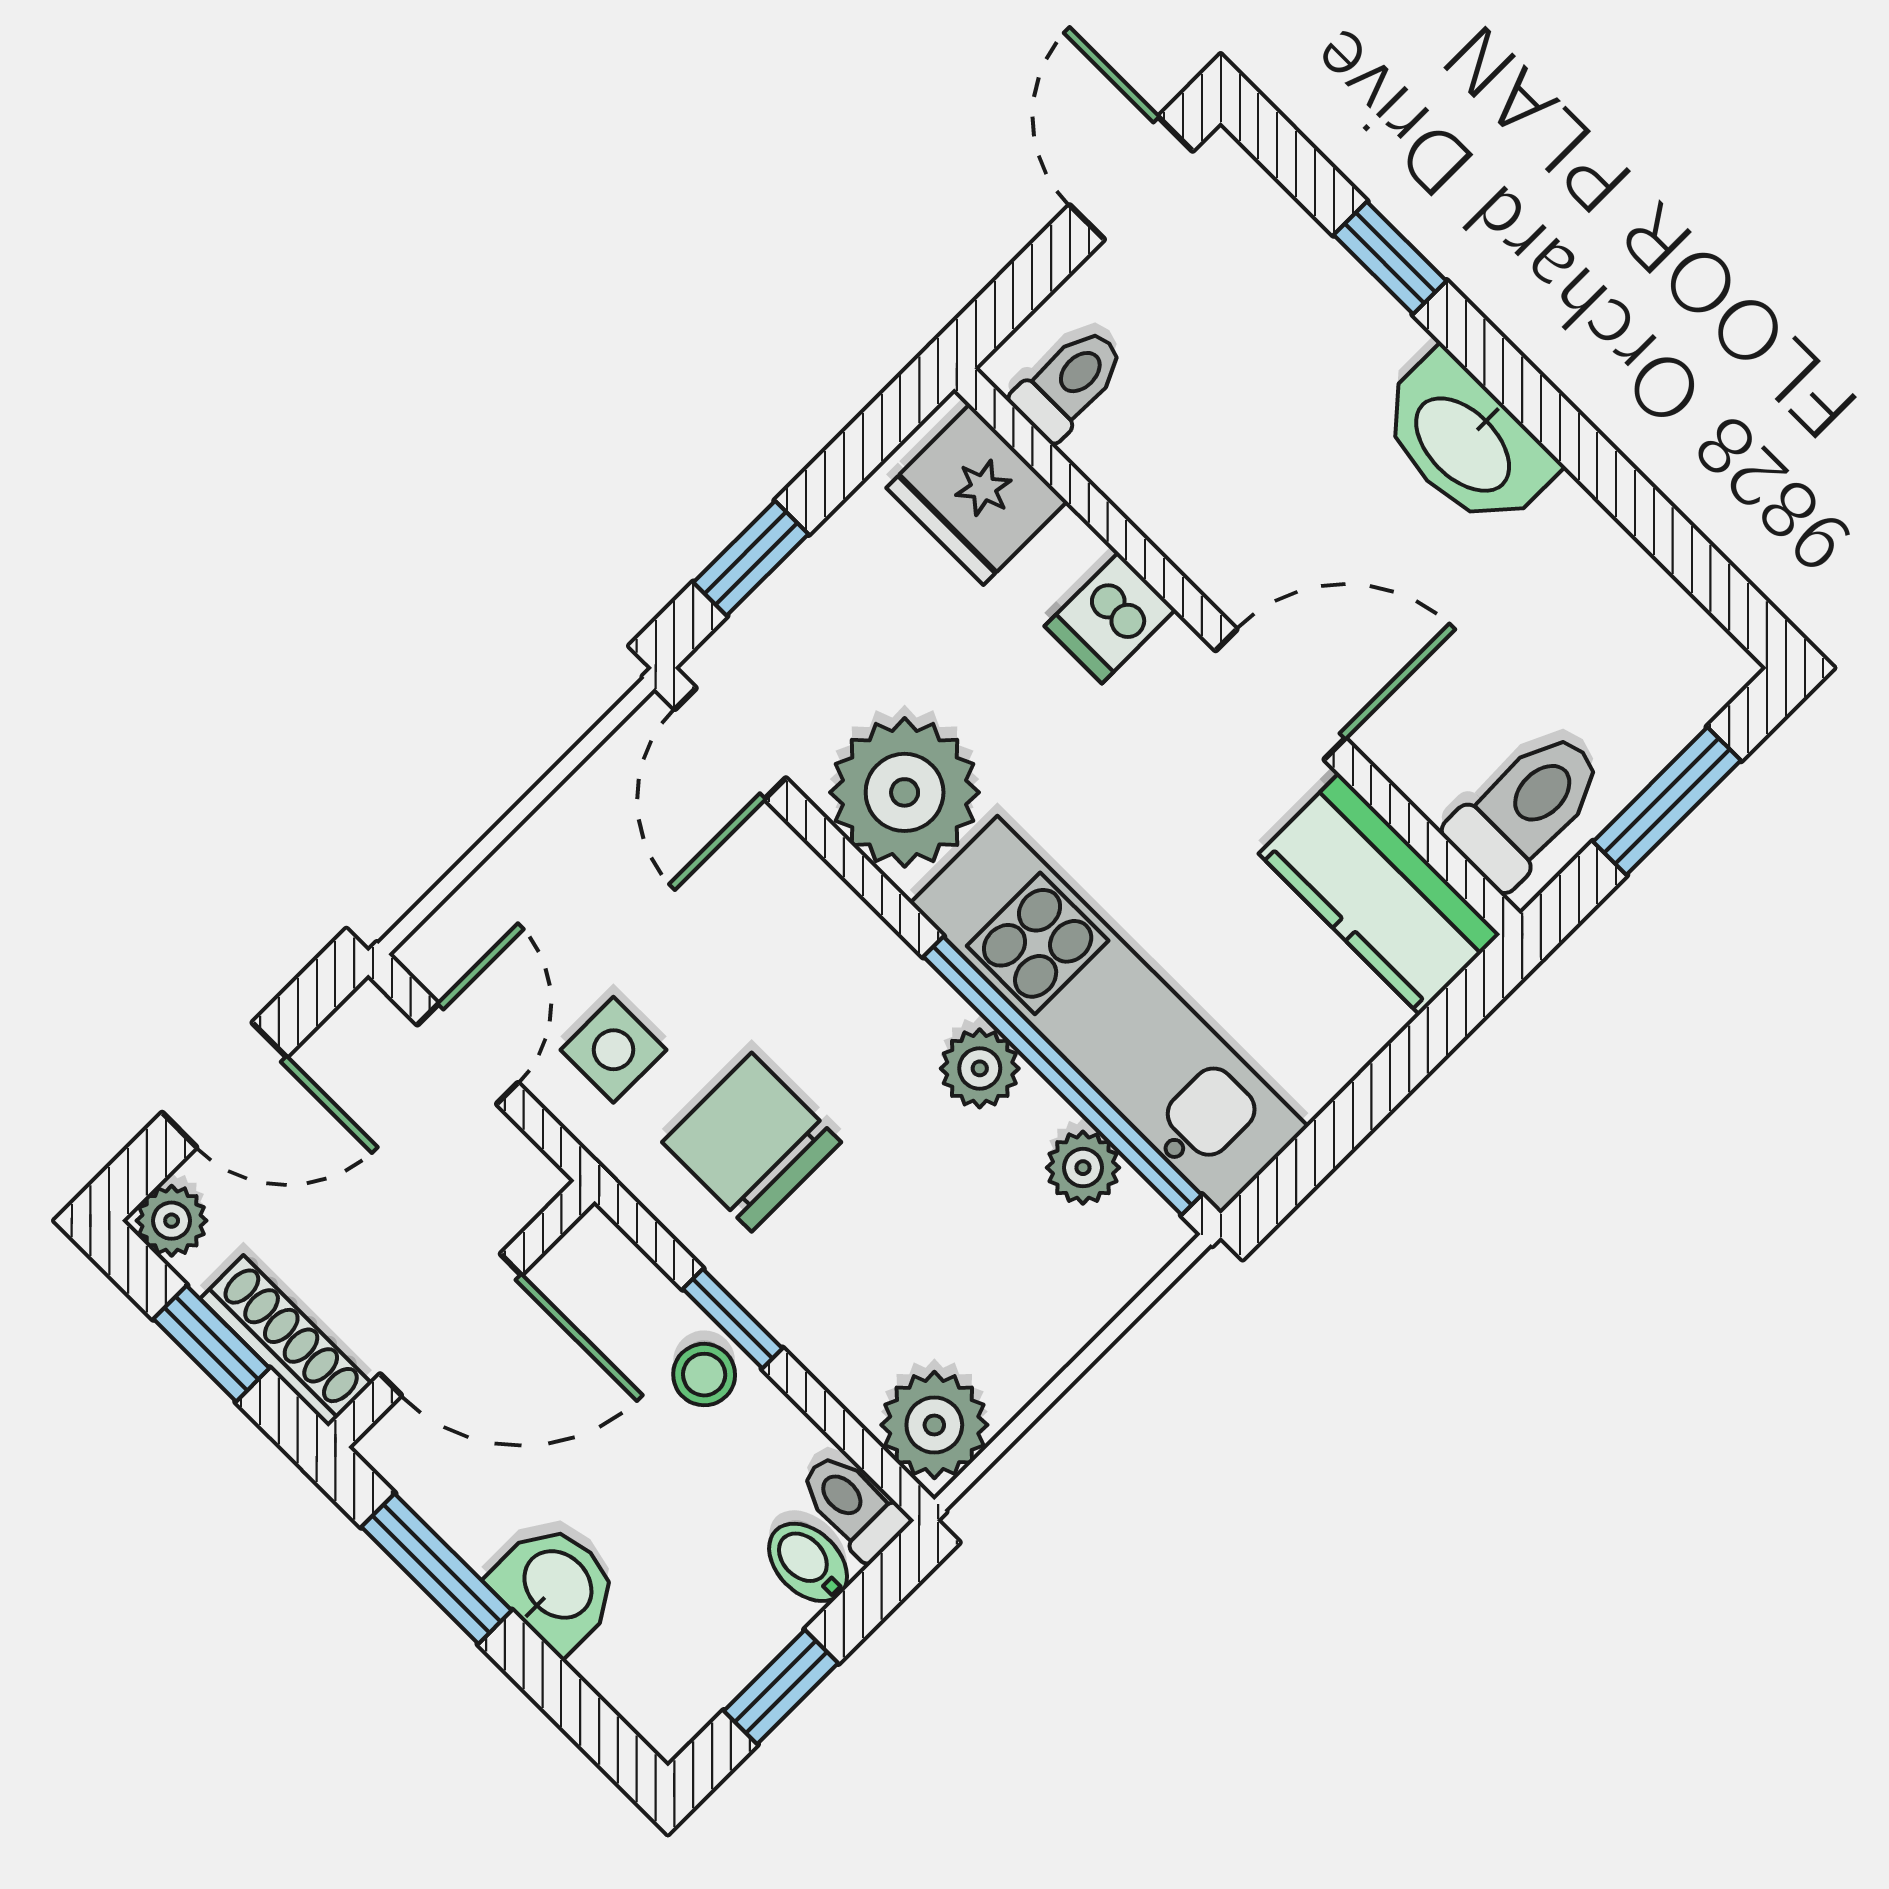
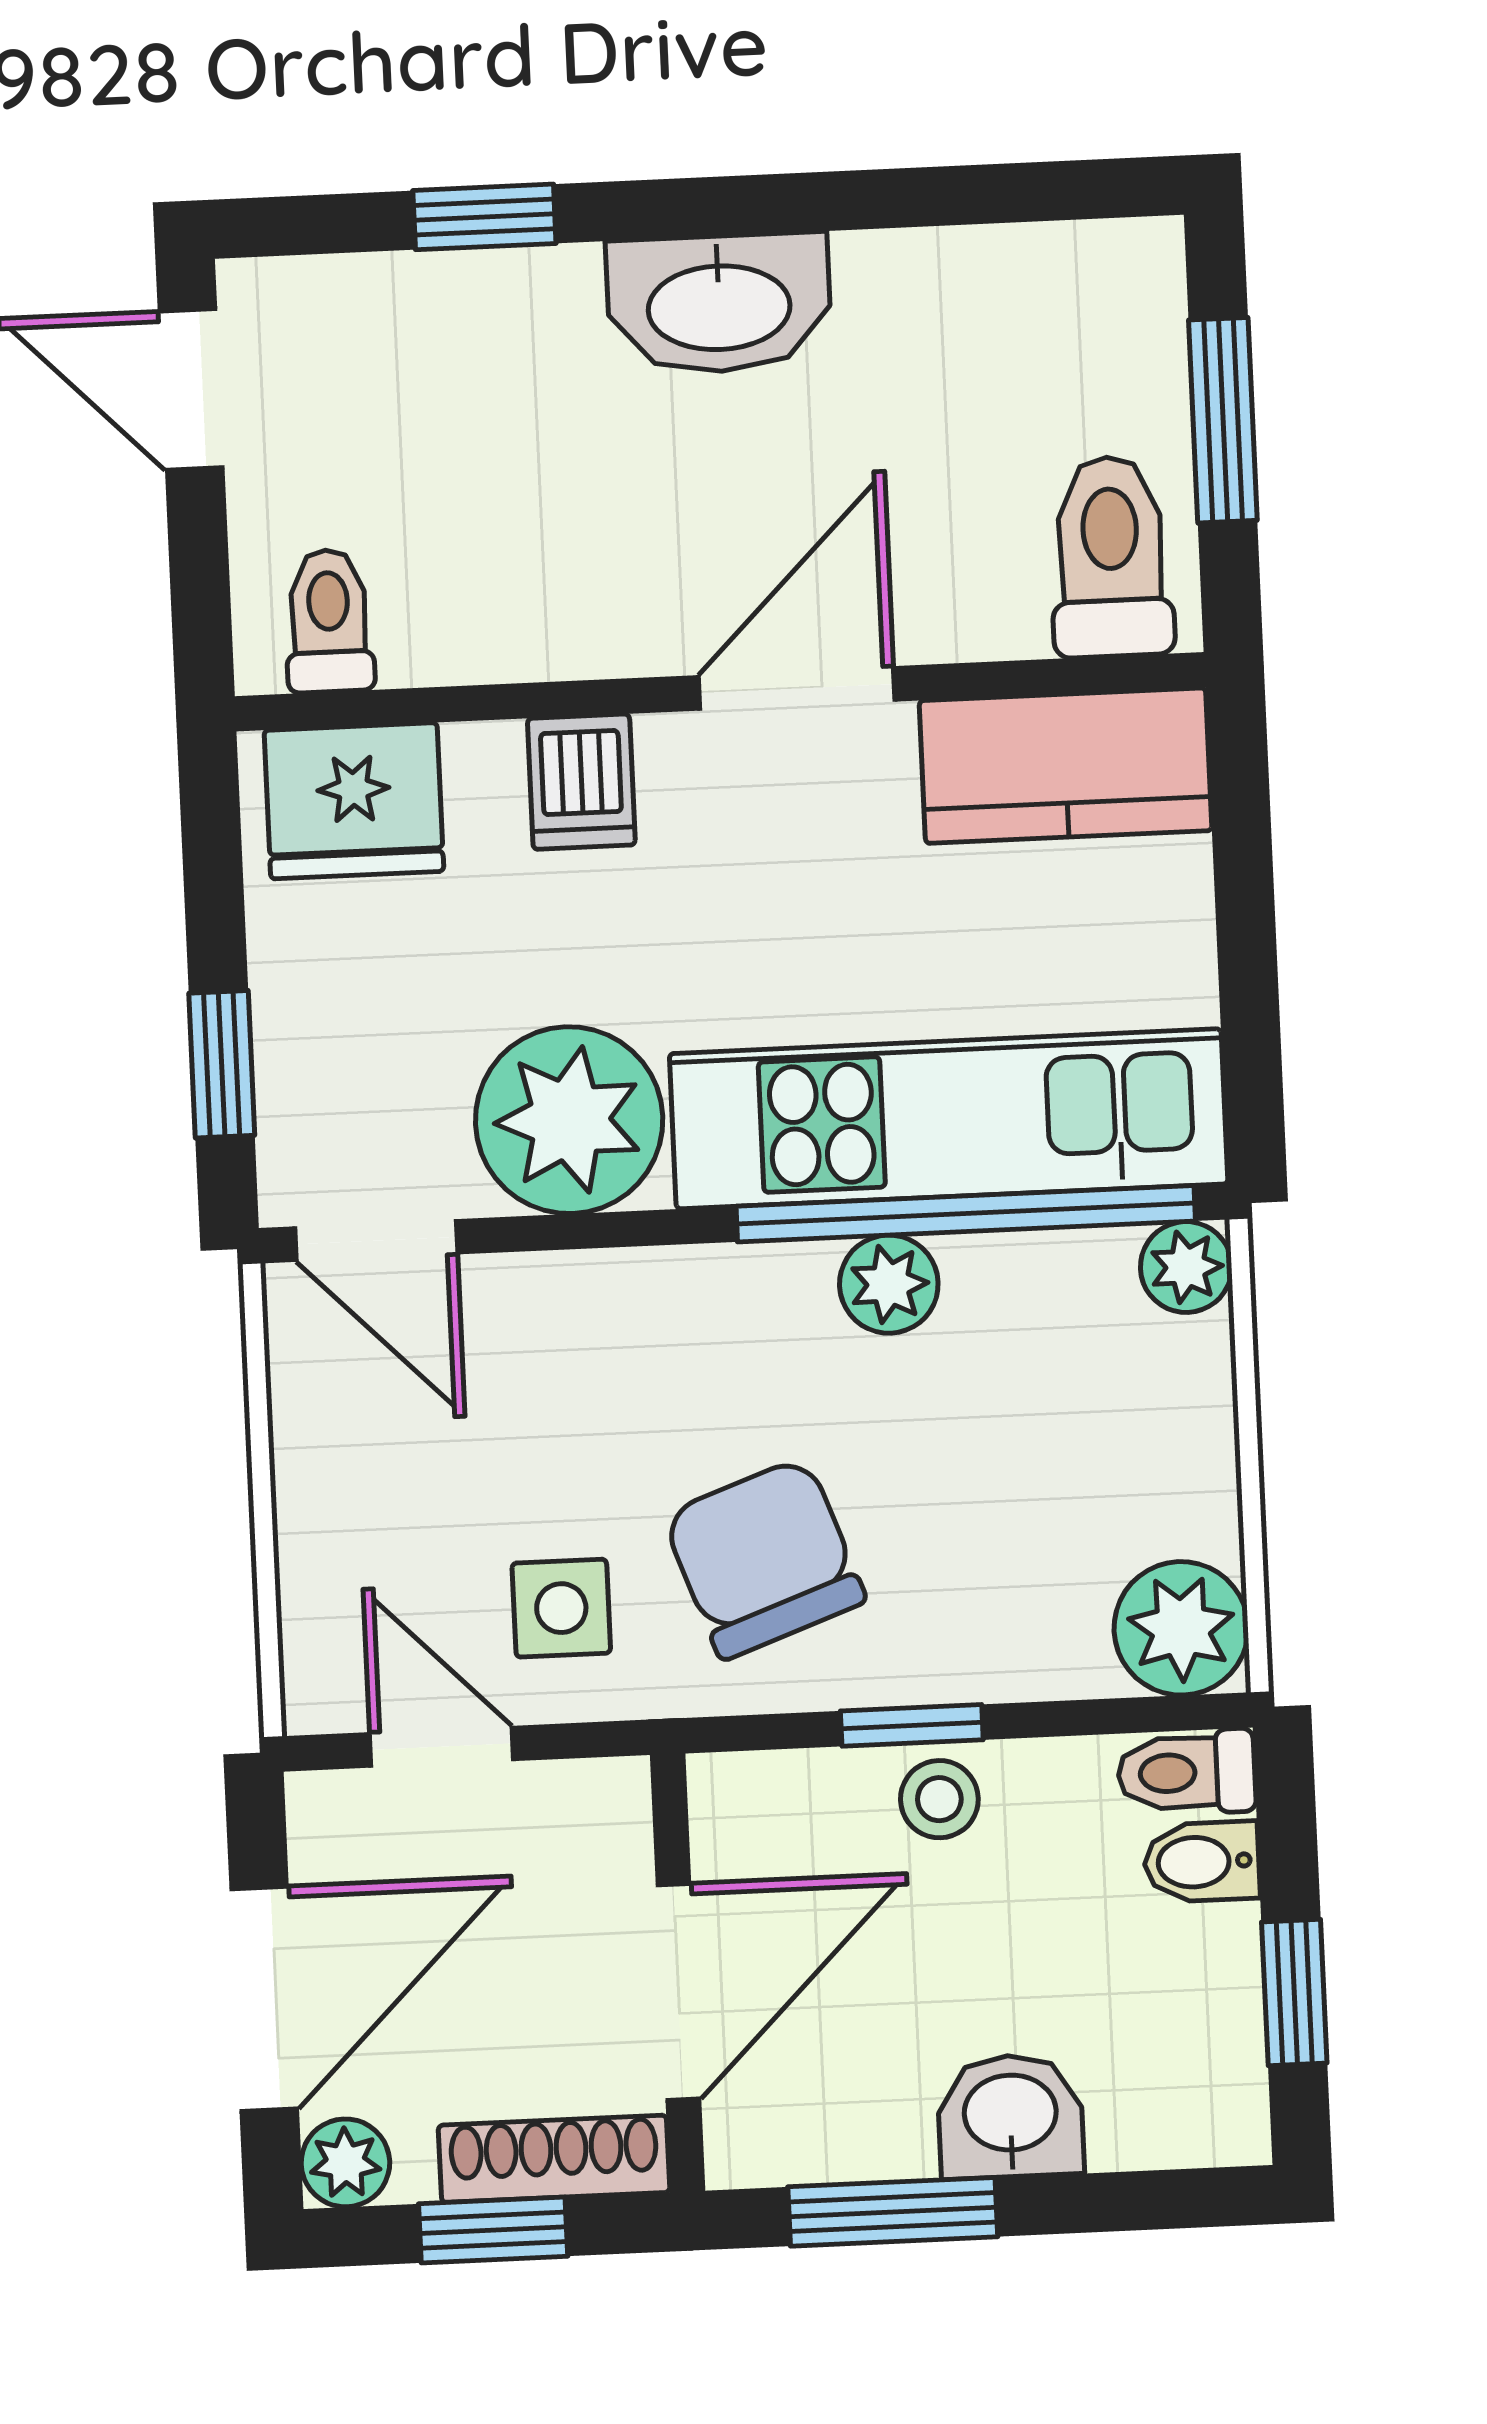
door: (224, 1085) -> (264, 1999), width x1.38
chair: (752, 1142) -> (764, 1558), turned 70
plant: (1083, 1168) -> (1186, 1267), moved

